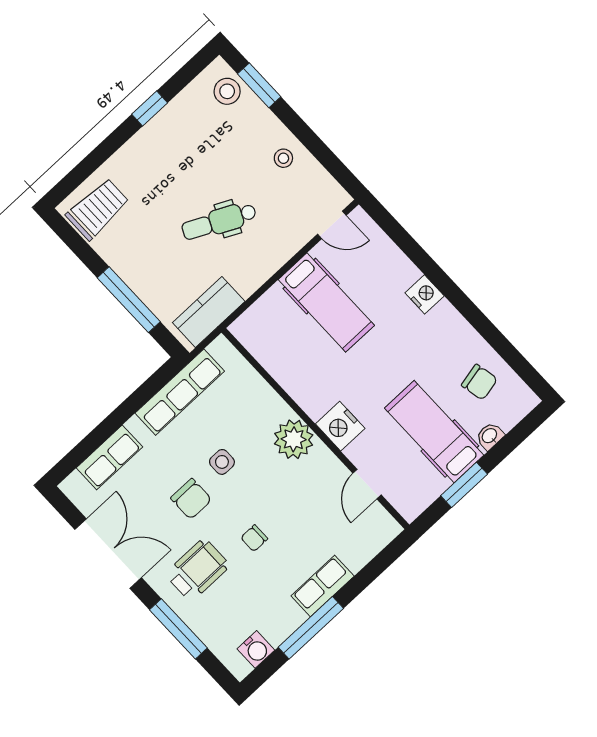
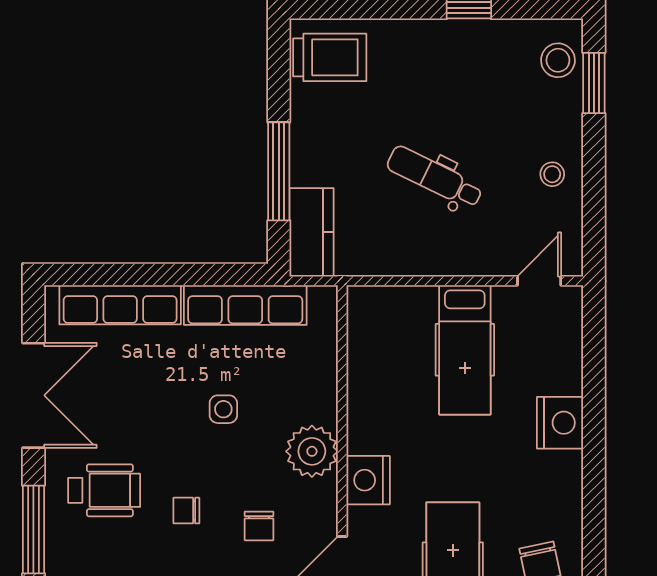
door: (332, 225) -> (539, 281), swing flipped
nightstand: (425, 294) -> (560, 423), width x1.36, depth x1.33
kitchen counter: (209, 312) -> (312, 232), moved, turned 90
row of seats: (109, 457) -> (120, 305), width x1.48
chair: (191, 499) -> (259, 526), moved, width x0.73, depth x0.73

